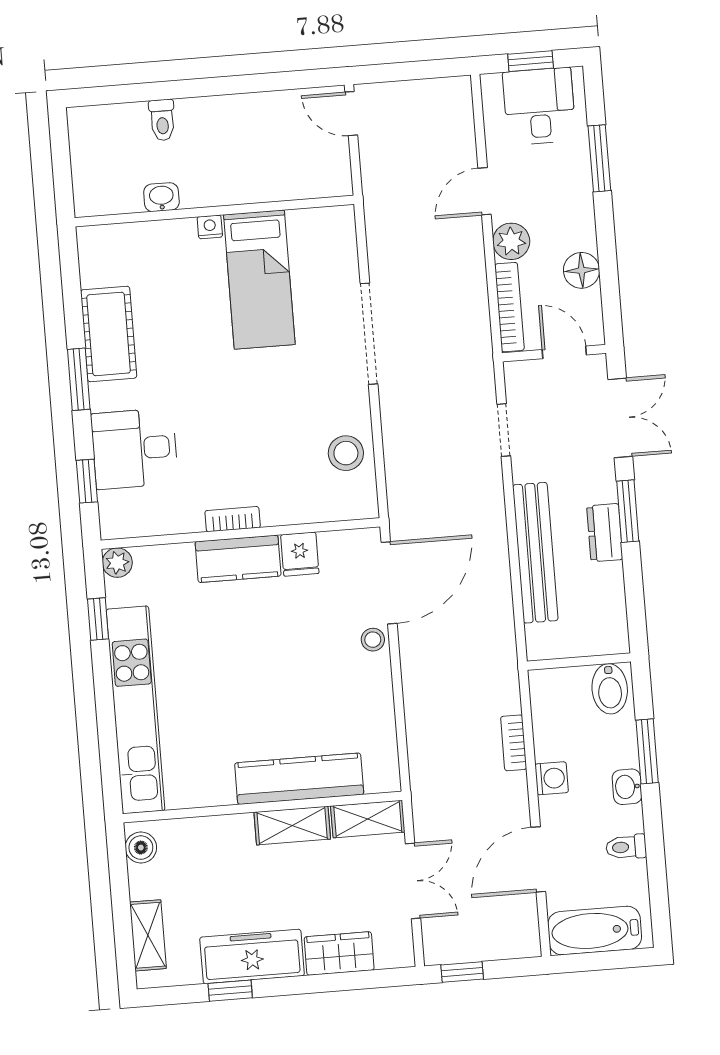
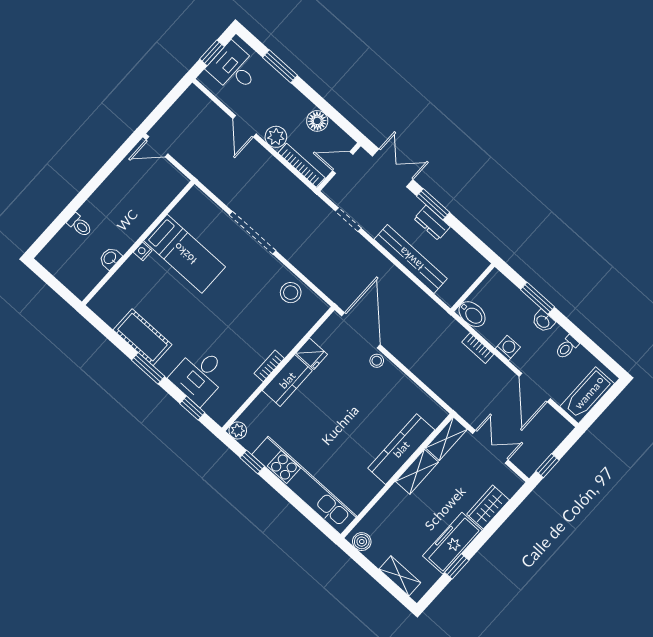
bidet: (610, 689) -> (472, 314), moved

